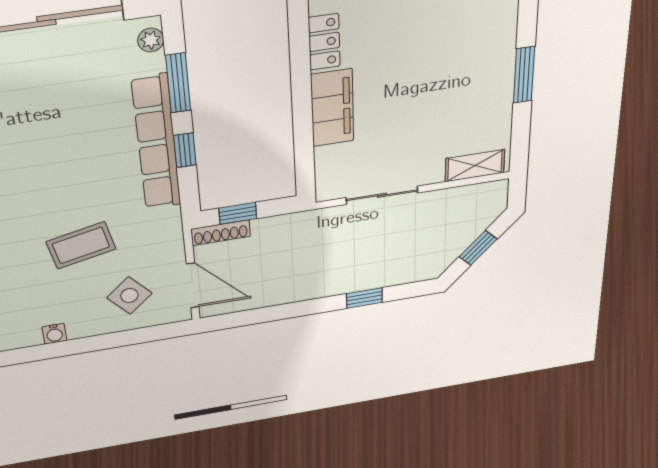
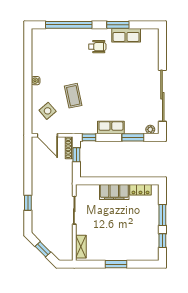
row of seats: (156, 143) -> (111, 128), width x0.50
window: (185, 150) -> (89, 137), moved
door: (193, 285) -> (47, 135), hinge flipped

